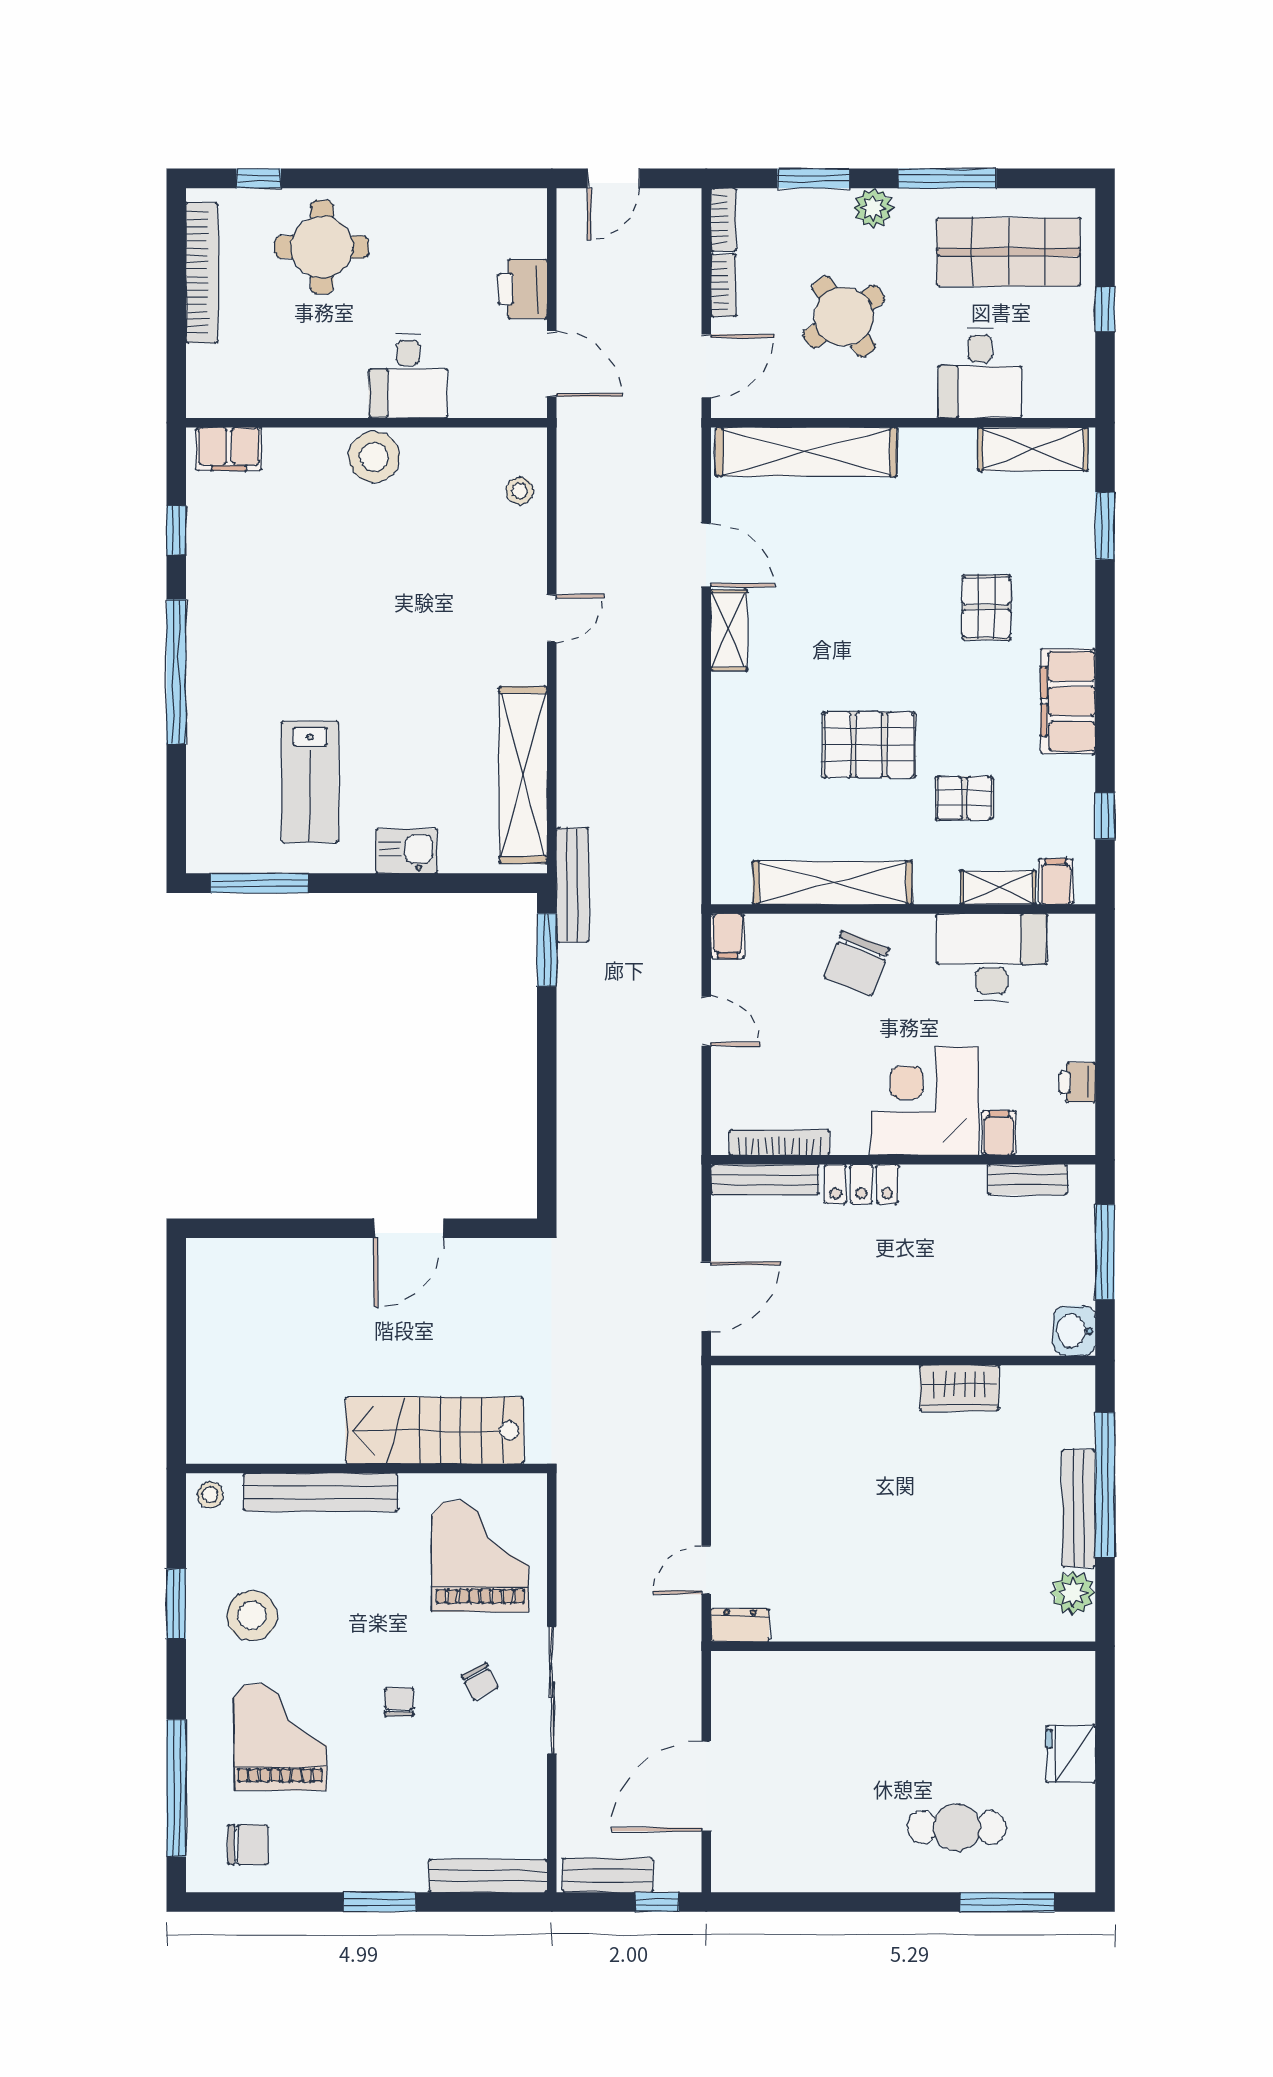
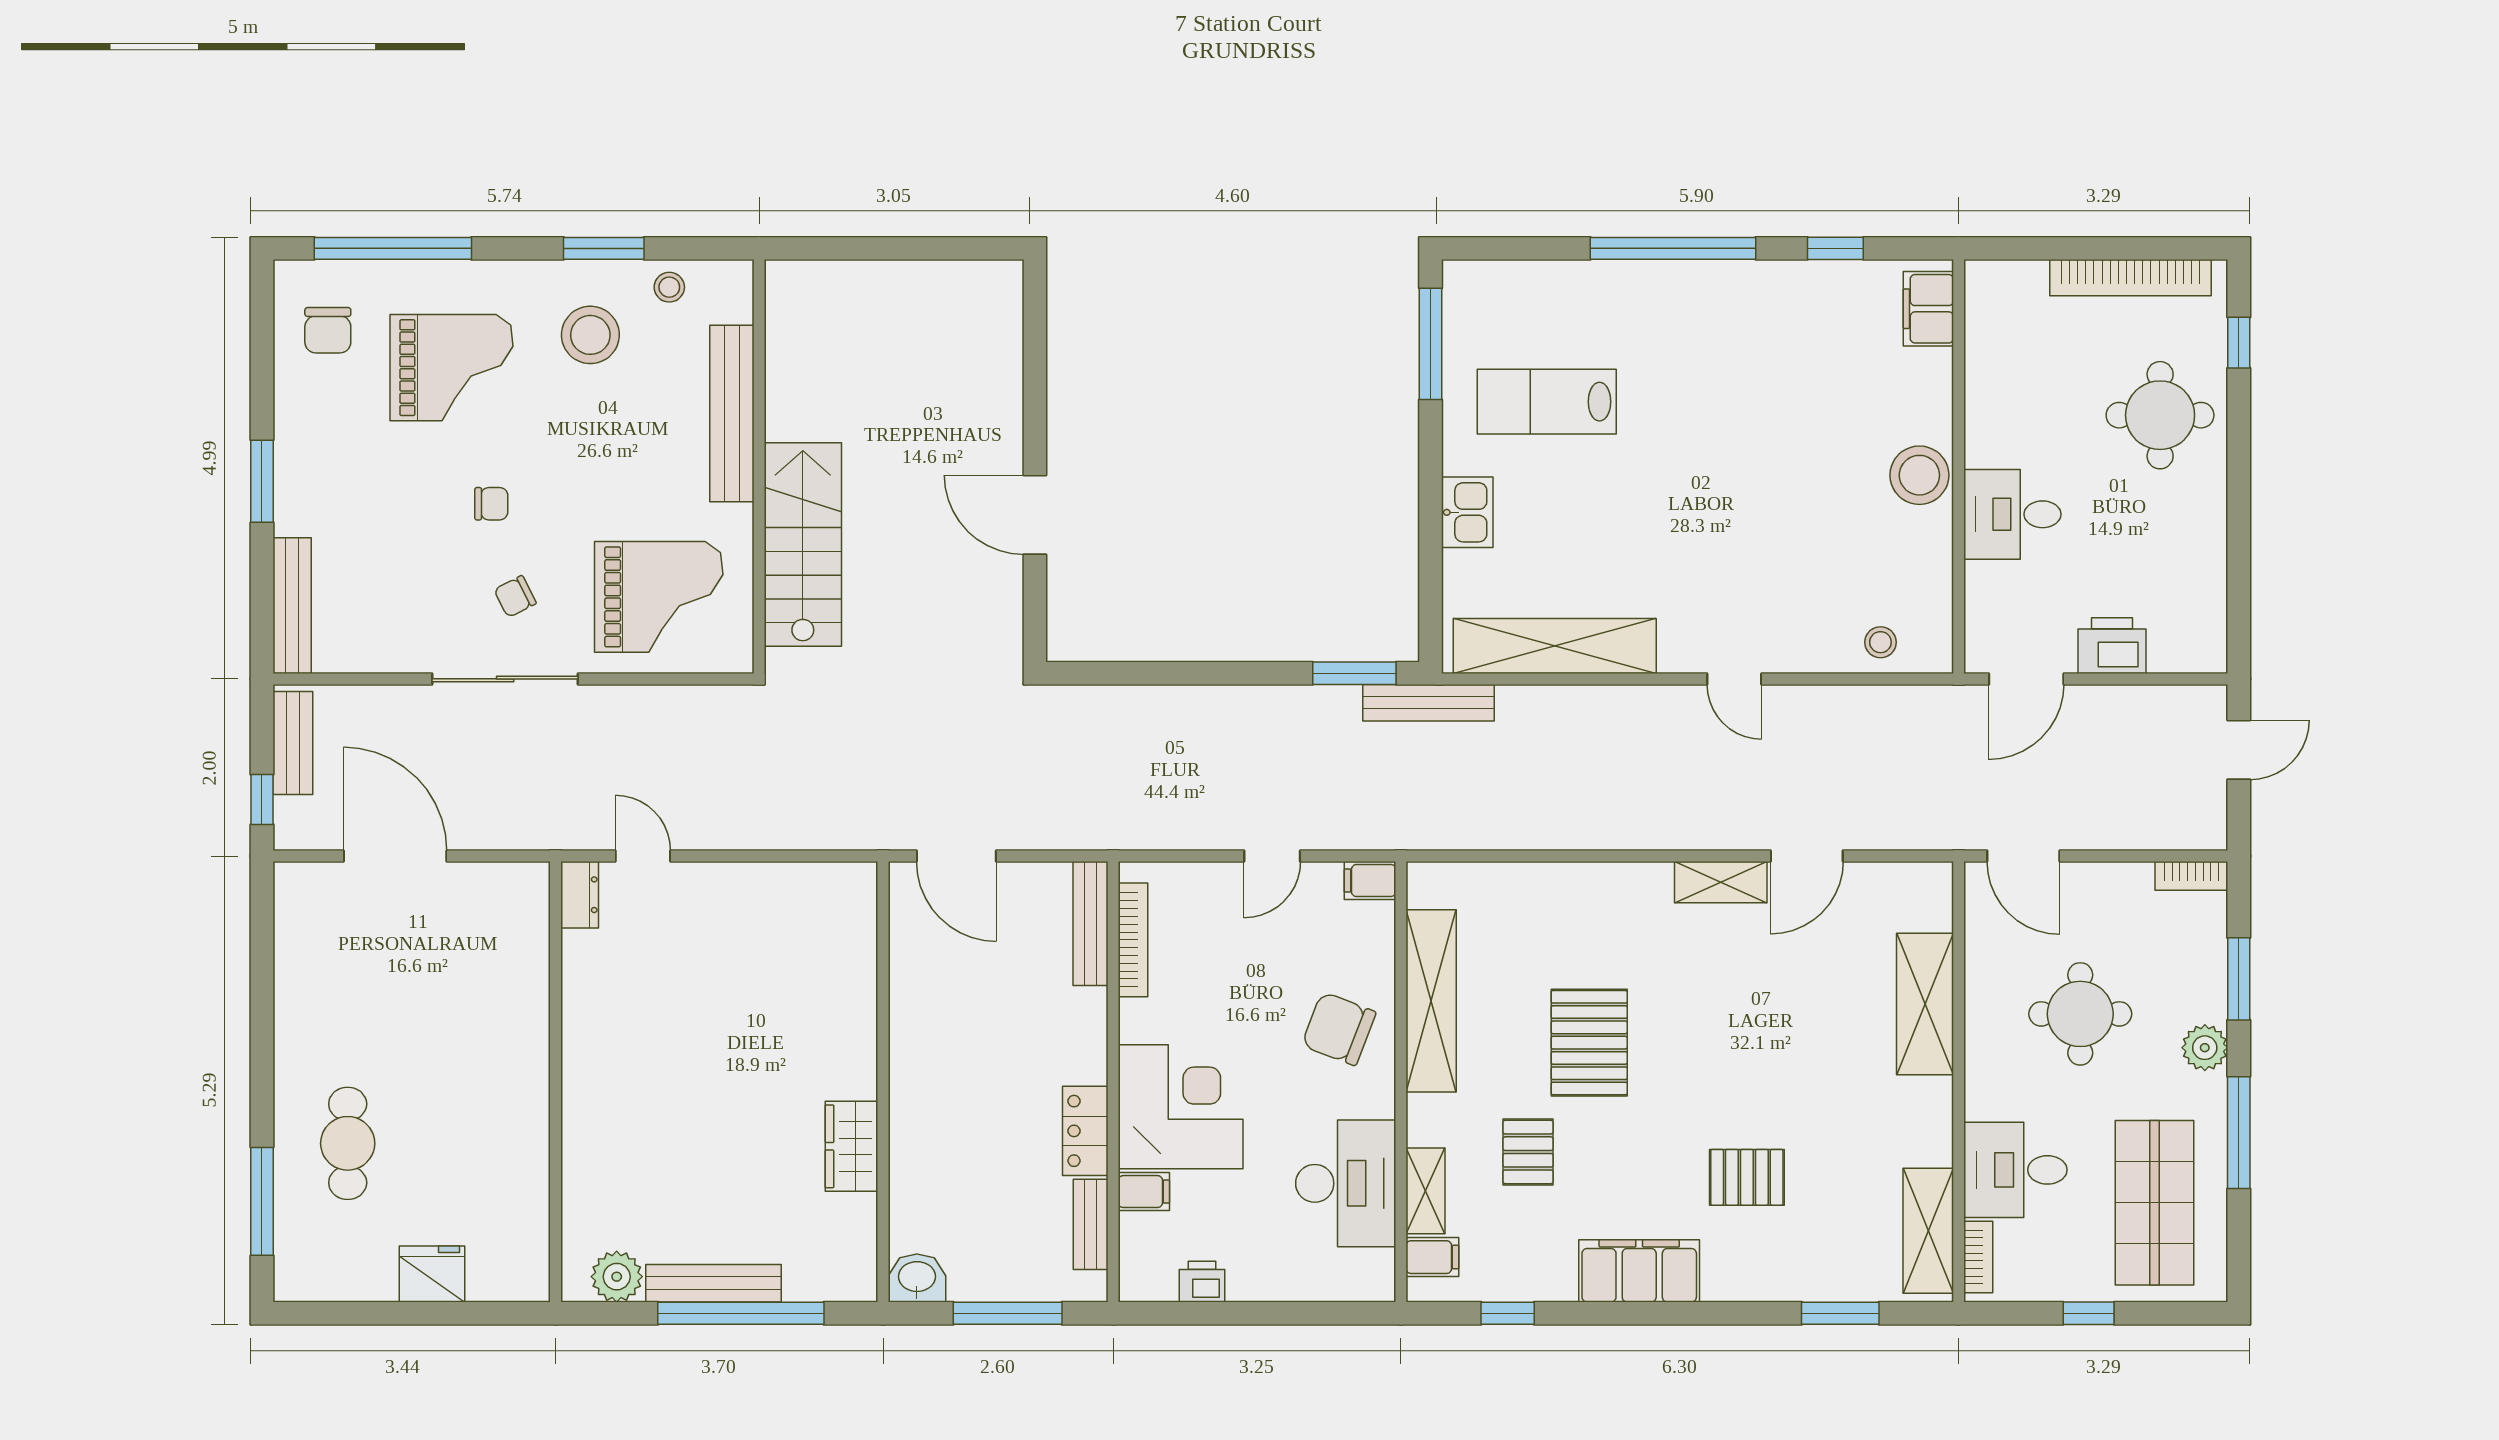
door: (614, 178) -> (2239, 750), swing flipped
bookcase: (723, 286) -> (1978, 1257), moved, turned -90
round table: (844, 317) -> (2080, 1014), turned 34
shelving: (806, 452) -> (1925, 1004), width x0.68
locker: (861, 1184) -> (1085, 1131), moved
stool: (210, 1495) -> (669, 287), moved

